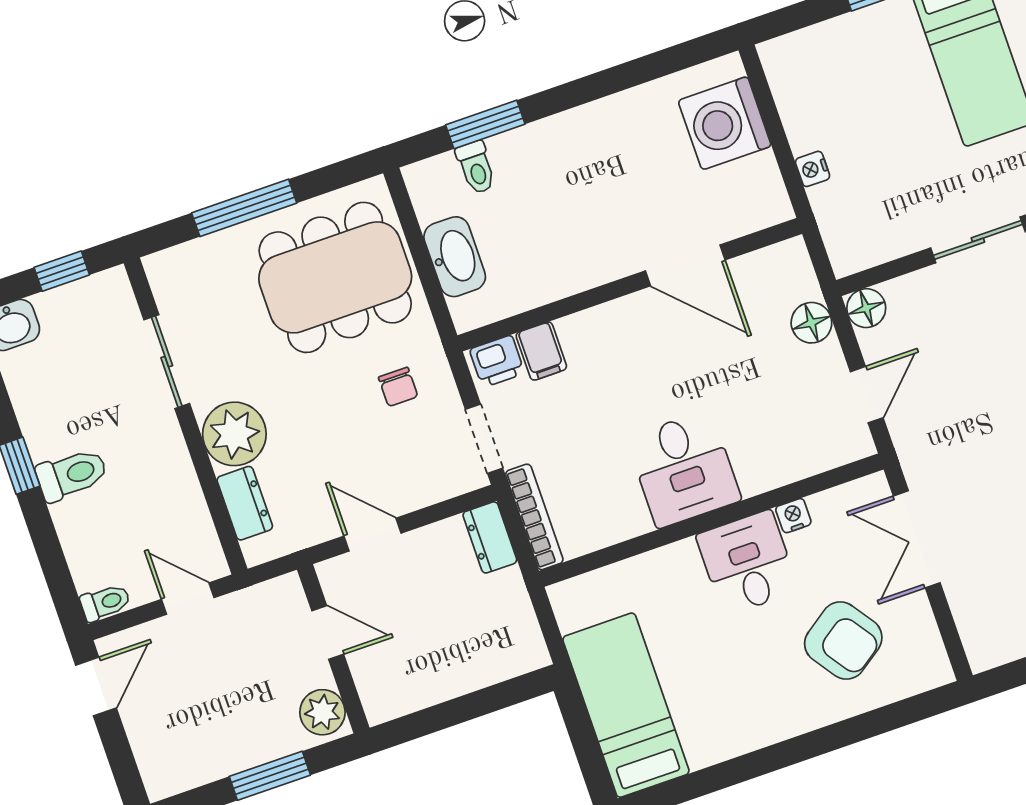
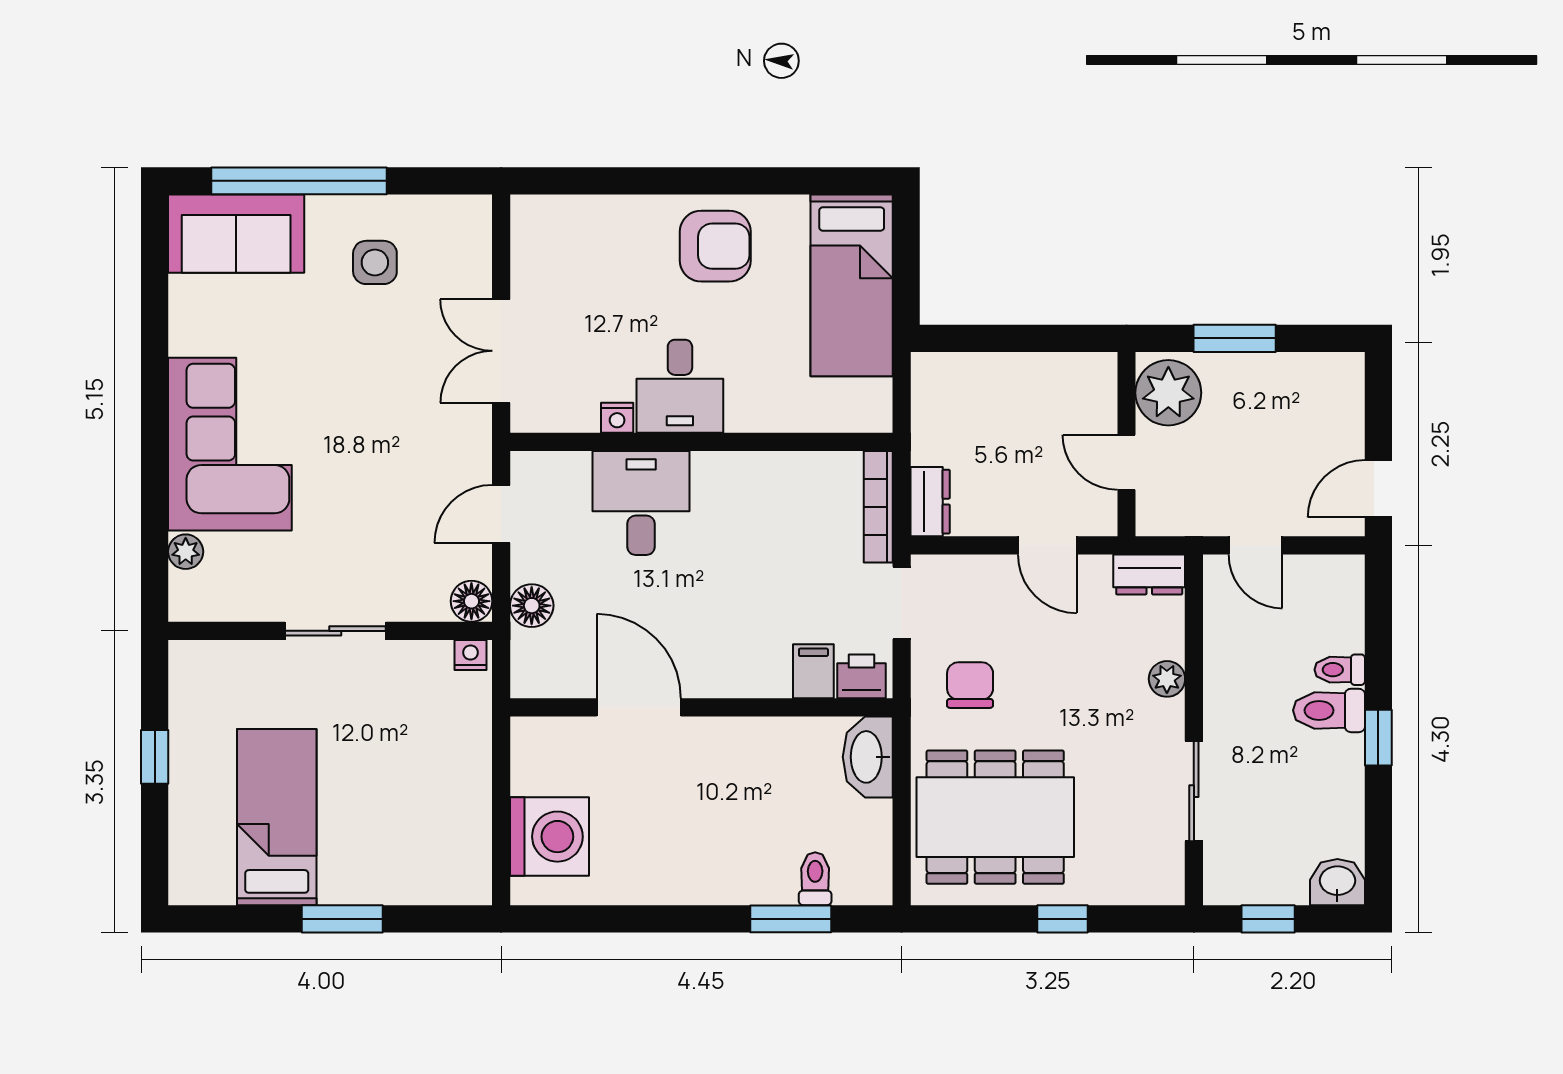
nightstand: (813, 169) -> (471, 655), moved, turned -90
window: (244, 208) -> (1062, 919), width x0.46
washbasin: (455, 257) -> (868, 757), moved
chair: (398, 387) -> (970, 685), width x1.37, depth x1.37
plant: (234, 434) -> (1167, 679), width x0.53, depth x0.53
desk: (684, 469) -> (641, 503), moved
dresser: (245, 503) -> (1149, 574), moved, turned -90
double door: (917, 539) -> (501, 351), swing flipped
toilet: (105, 602) -> (1340, 670), moved
armchair: (843, 641) -> (715, 246), moved, turned 125
plant: (322, 712) -> (1168, 393), width x1.36, depth x1.36

